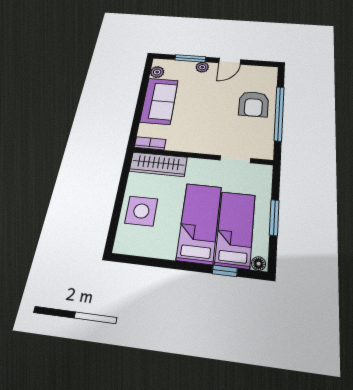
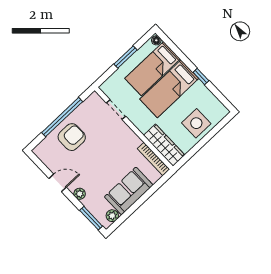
window: (190, 58) -> (91, 218), moved
bookcase: (150, 143) -> (153, 159), width x1.56
window: (225, 271) -> (201, 76), moved

